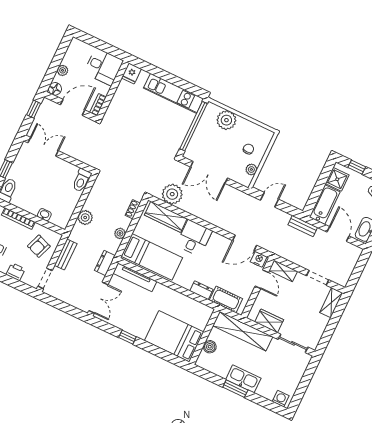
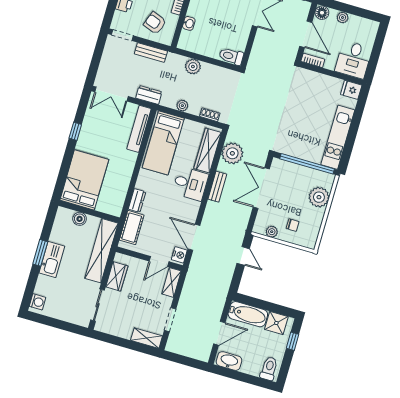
bench: (303, 226) -> (217, 187), moved

